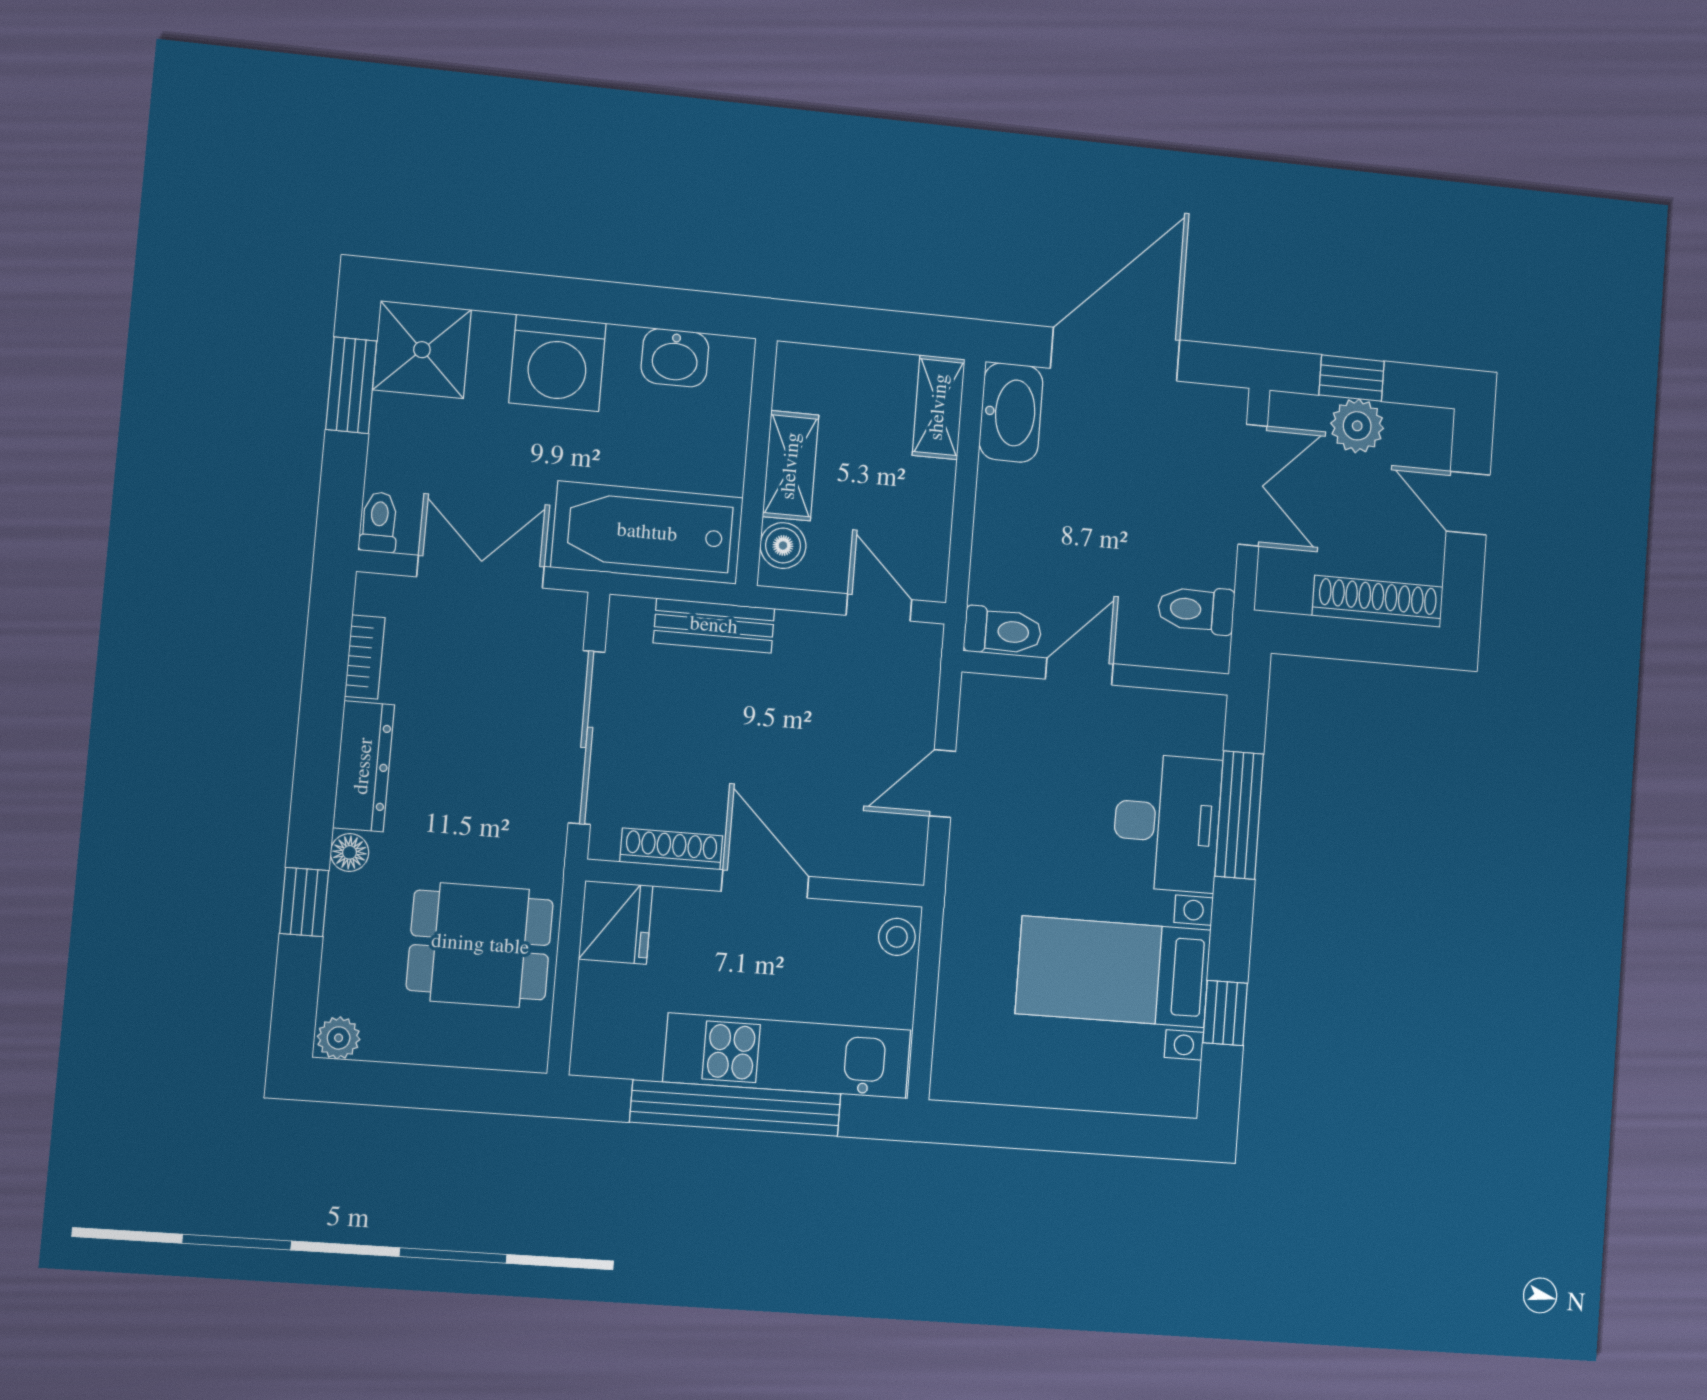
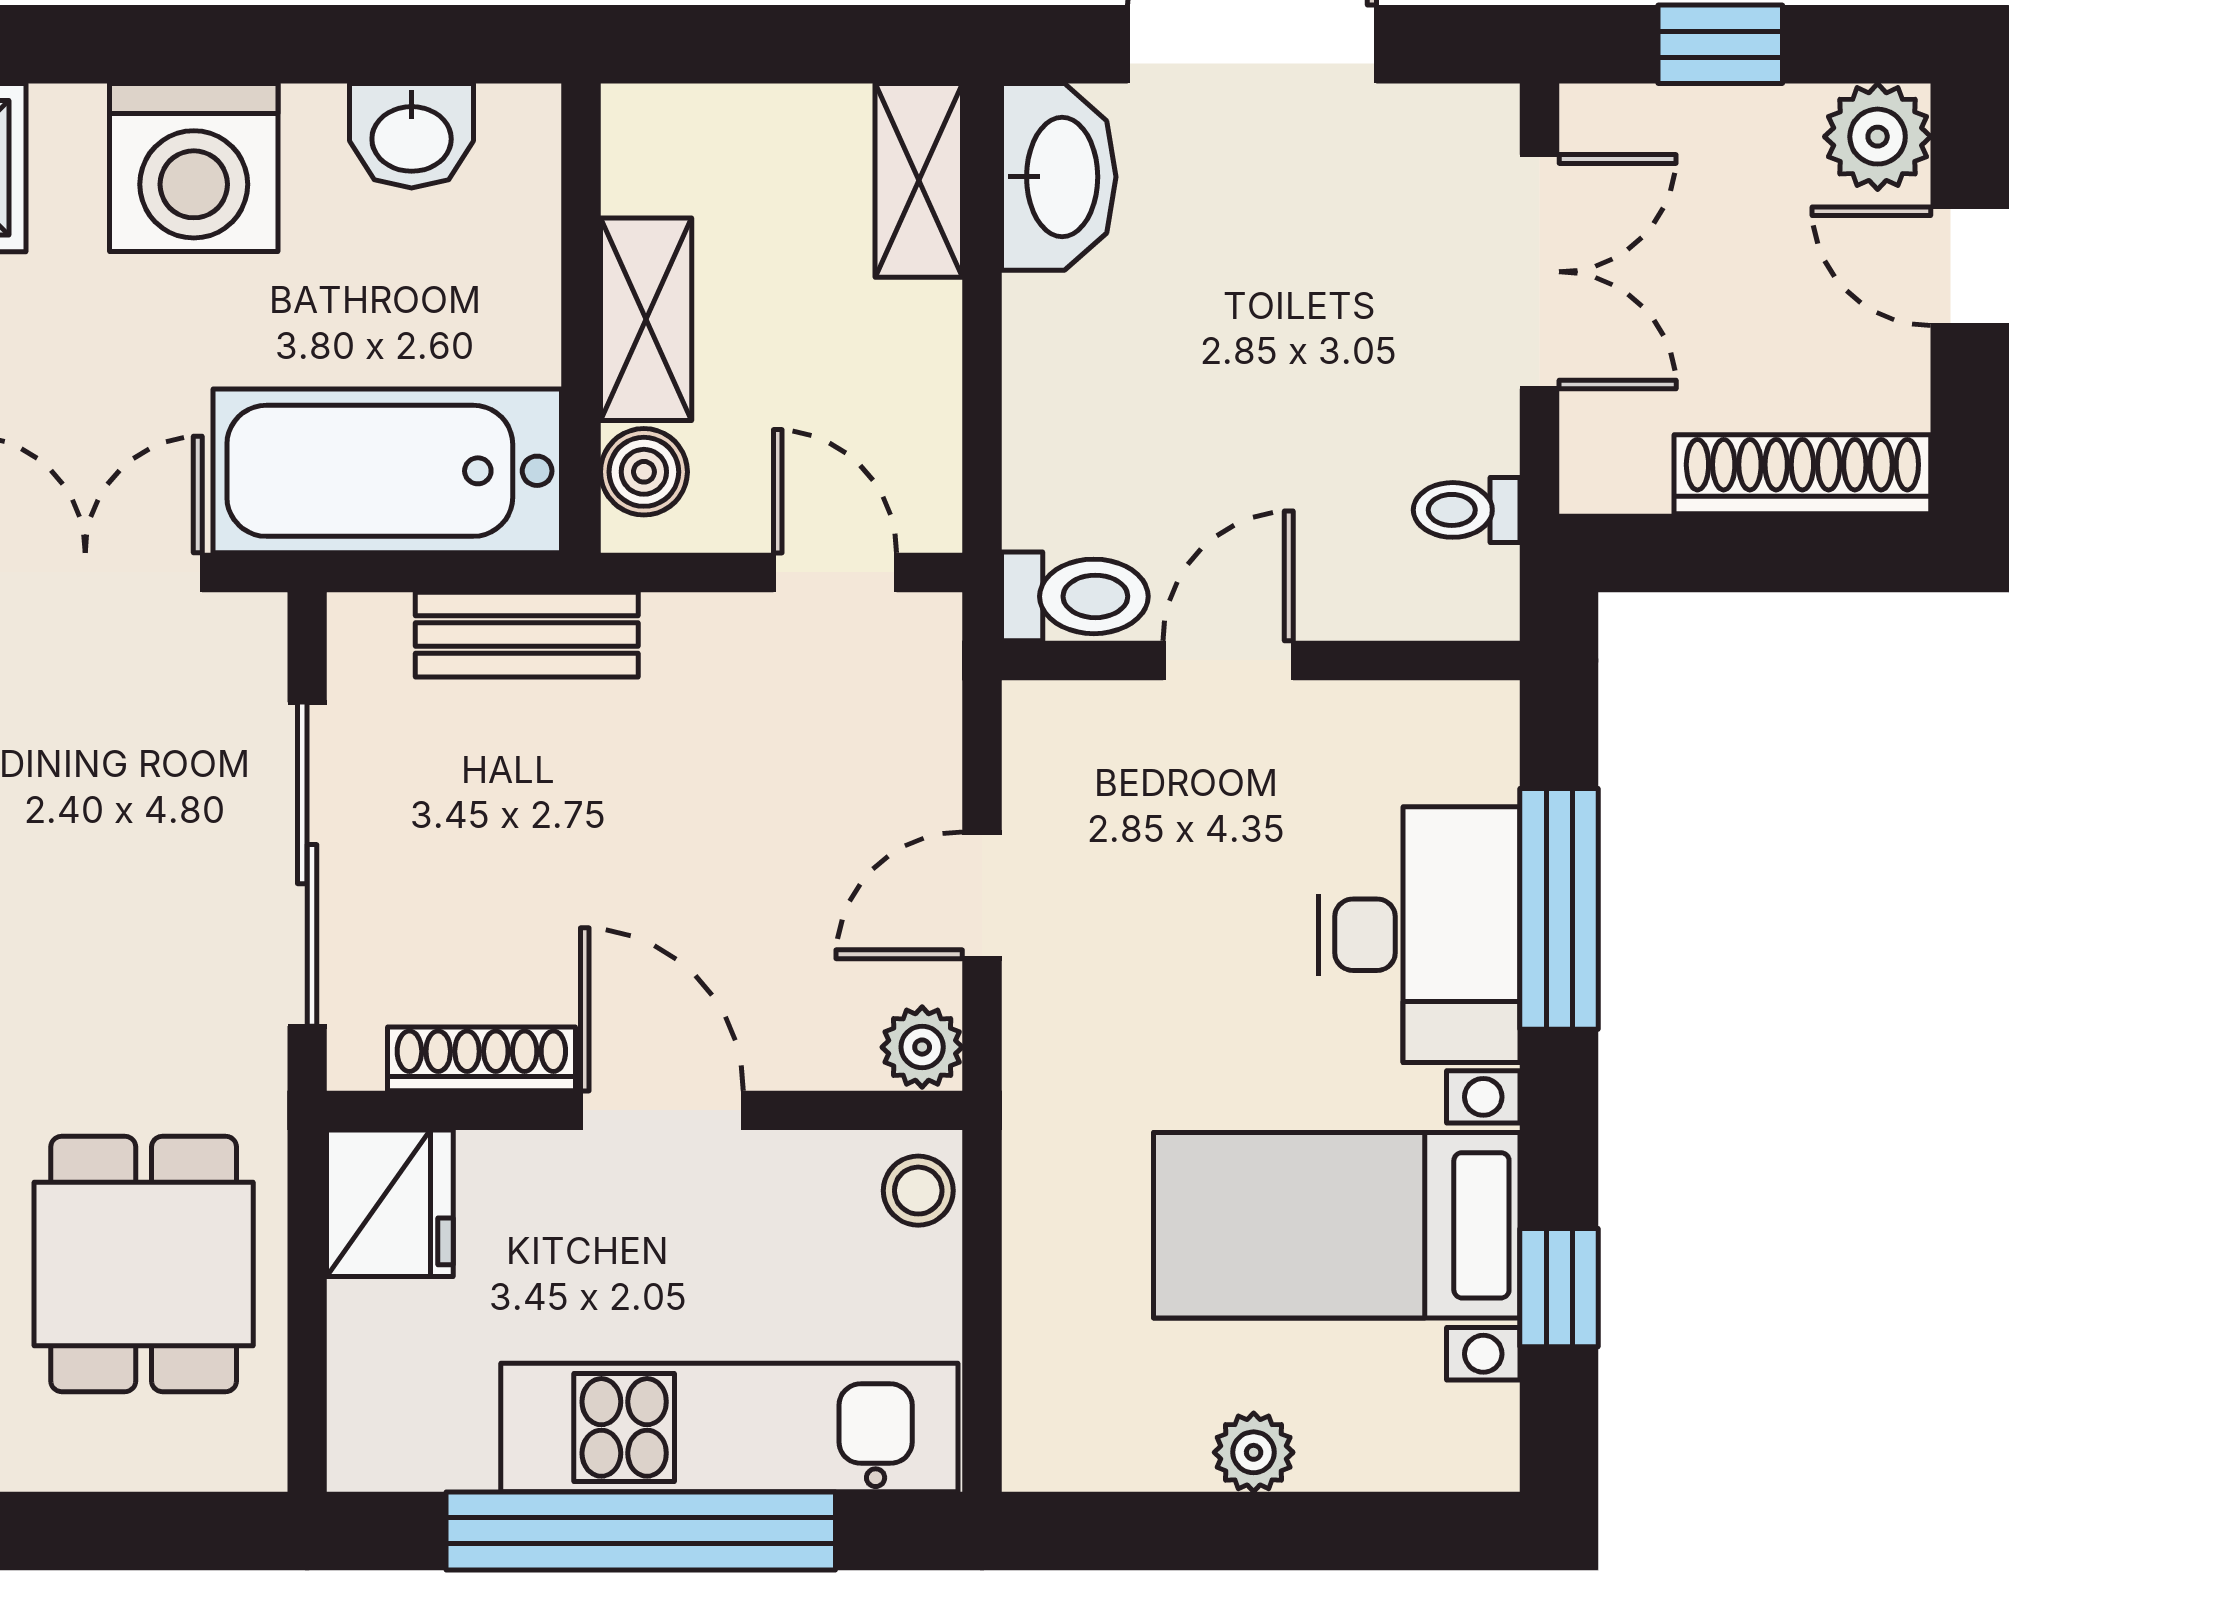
plant: (1357, 426) -> (1878, 137), moved
toilet: (1196, 610) -> (1467, 510), width x0.73, depth x0.72
plant: (905, 861) -> (922, 1047), added
dining table: (480, 945) -> (144, 1264), turned 90
plant: (1061, 1088) -> (1254, 1452), added

